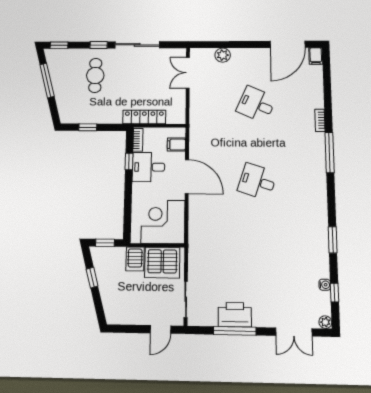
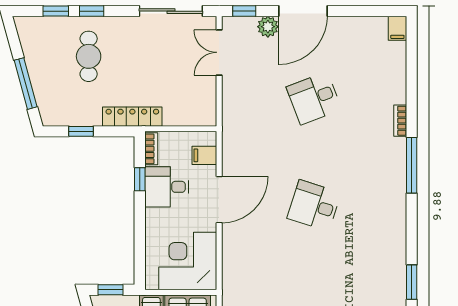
door: (288, 44) -> (303, 11), moved
window: (59, 45) -> (56, 11), moved
sliding door: (137, 45) -> (171, 11), moved
window: (206, 45) -> (244, 11), added
window: (47, 80) -> (26, 84), moved
desk: (256, 104) -> (314, 98), turned -45
locker: (144, 117) -> (132, 117), moved
door: (187, 177) -> (219, 200), hinge flipped

